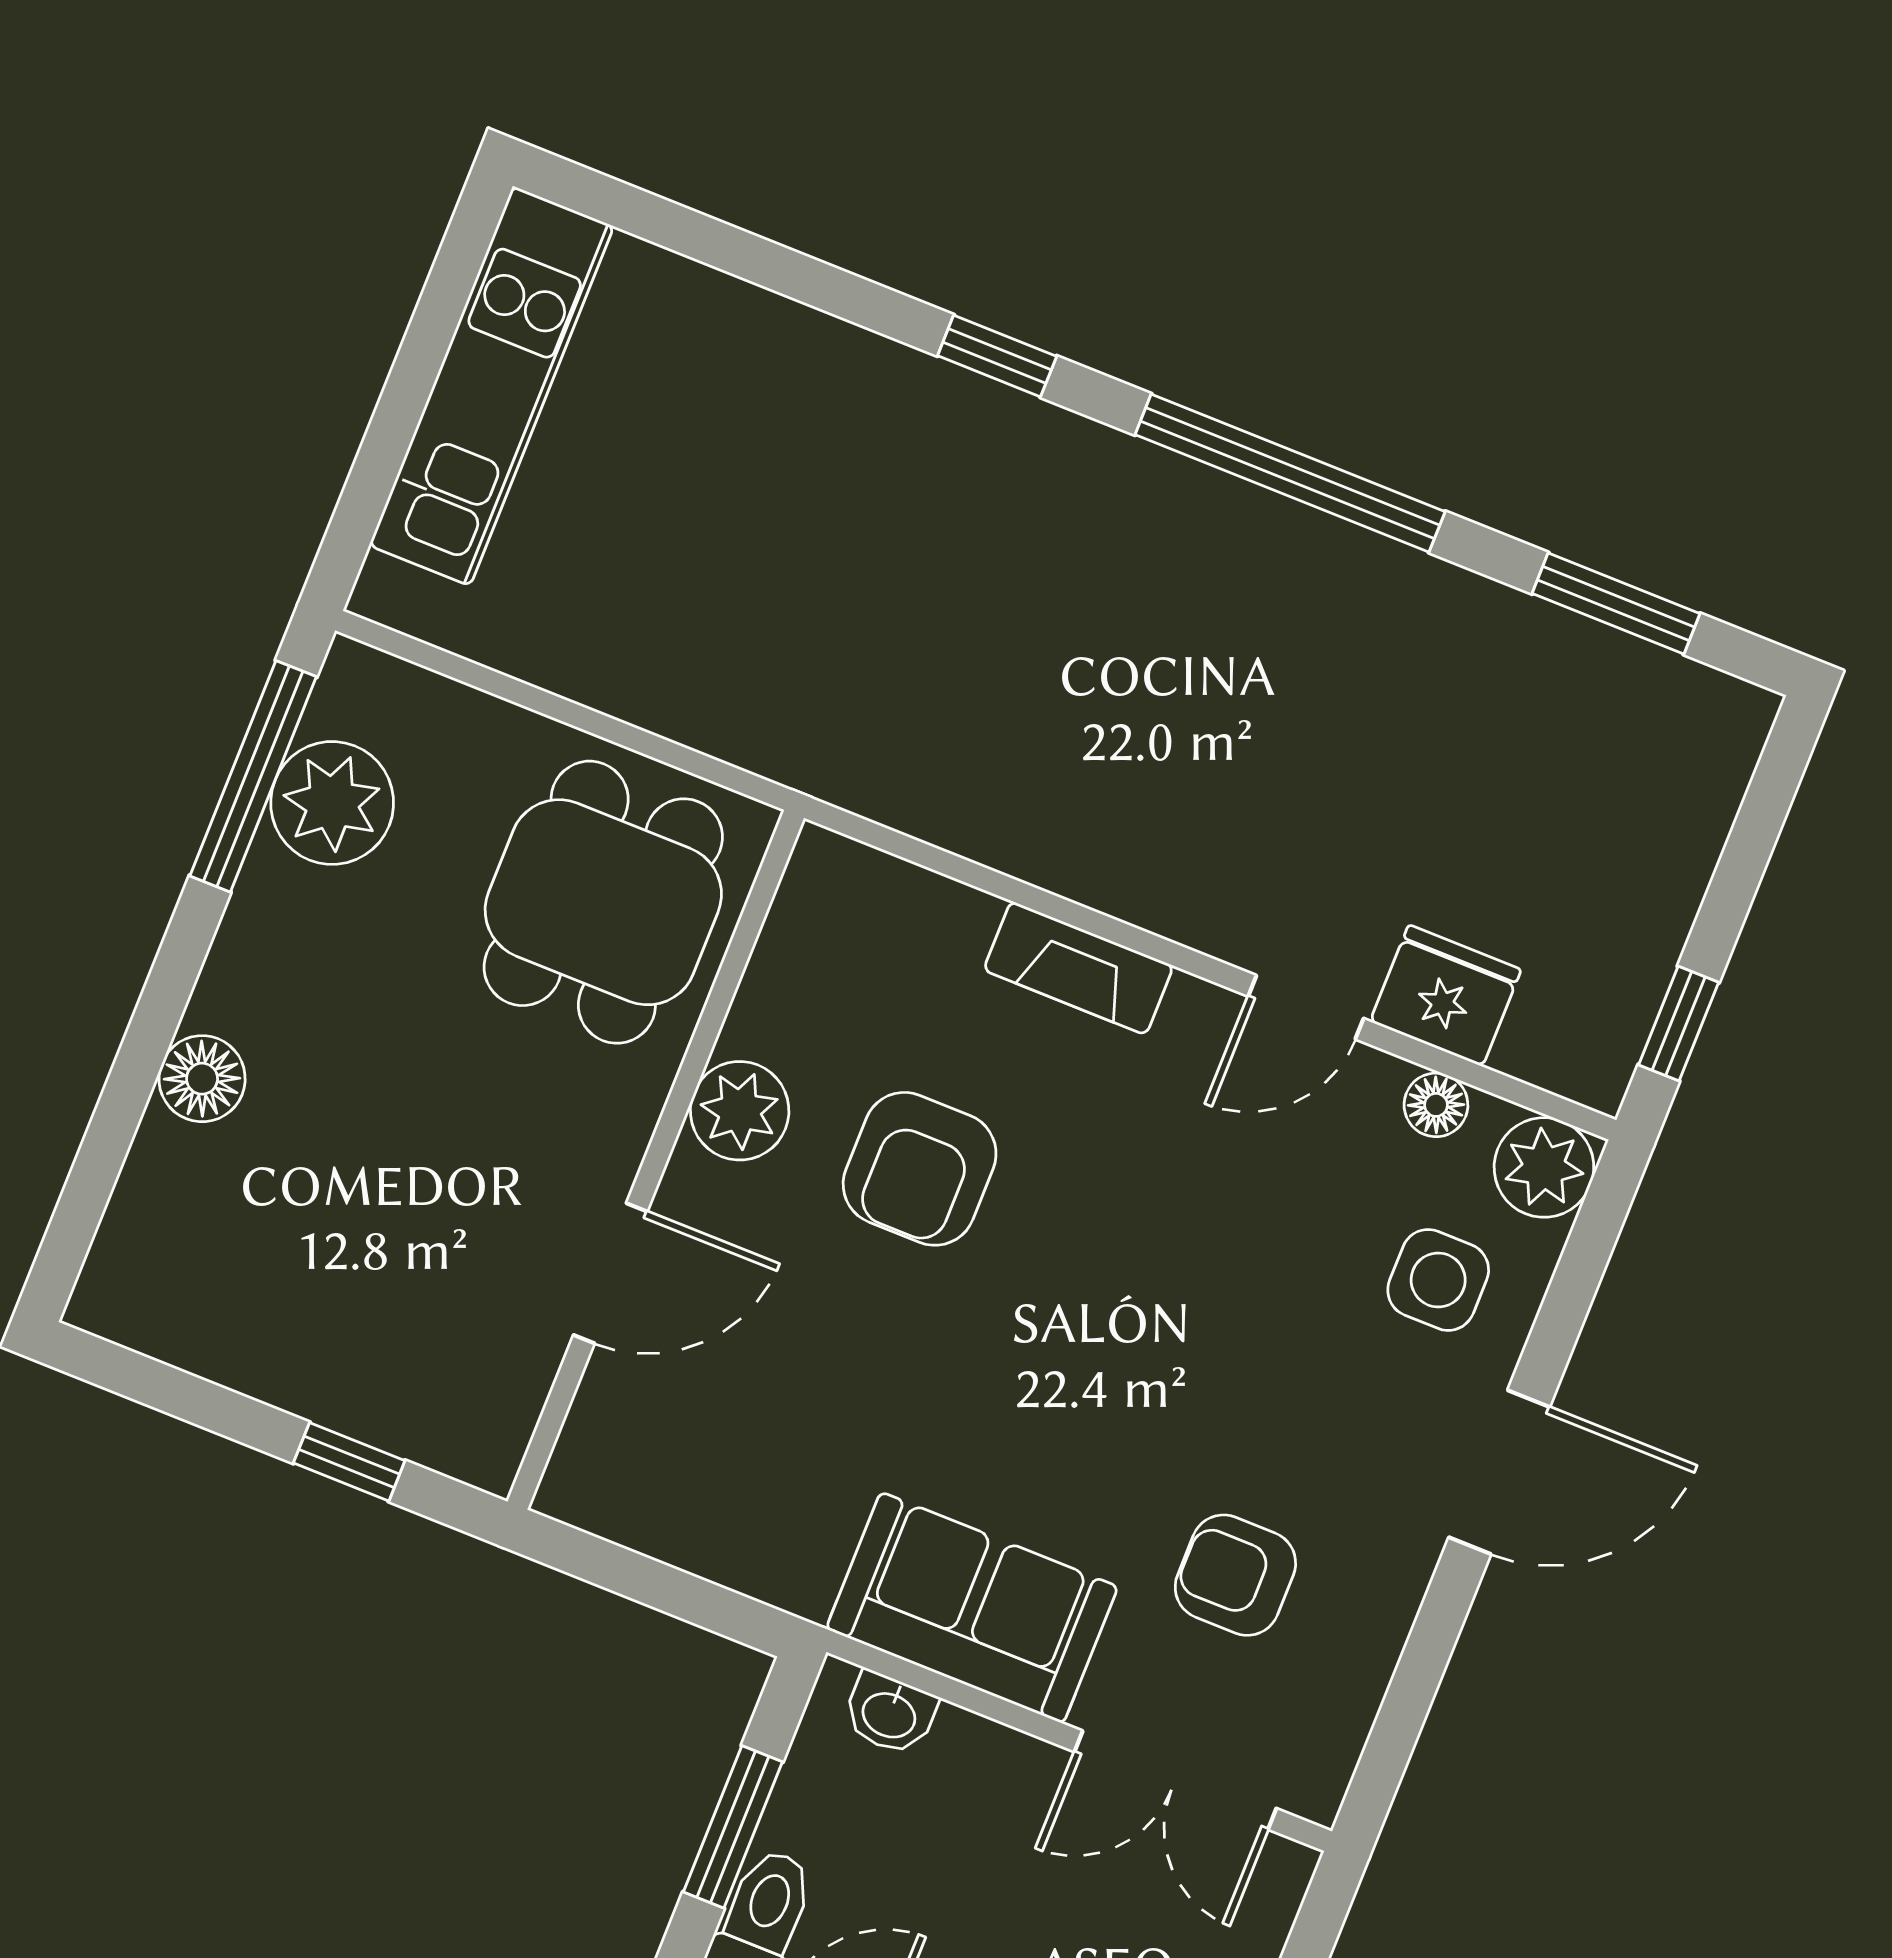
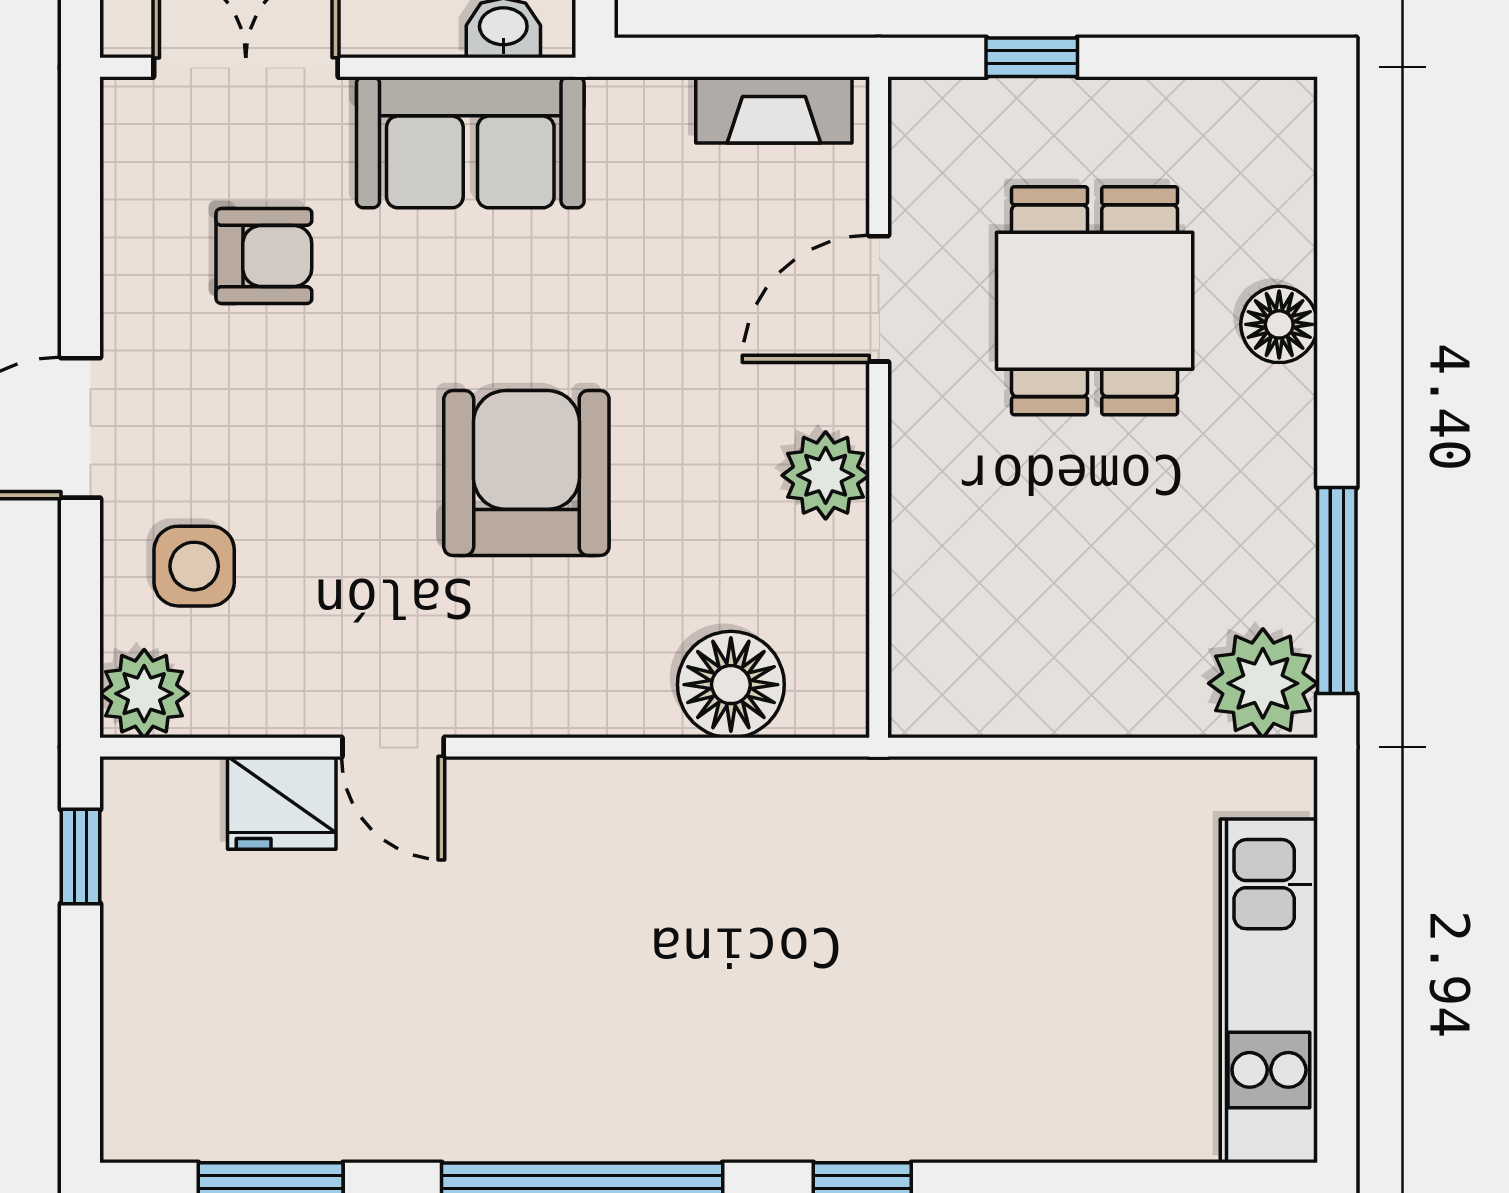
plant: (332, 803) -> (1263, 683), moved
dining table: (603, 902) -> (1095, 301), moved
fireplace: (1078, 968) -> (774, 110), moved, turned 180
door: (1306, 1007) -> (393, 747), swing flipped
floor lamp: (1436, 1105) -> (731, 685), moved, width x1.89, depth x1.89
armchair: (920, 1169) -> (526, 473), moved, width x1.36, depth x1.36

